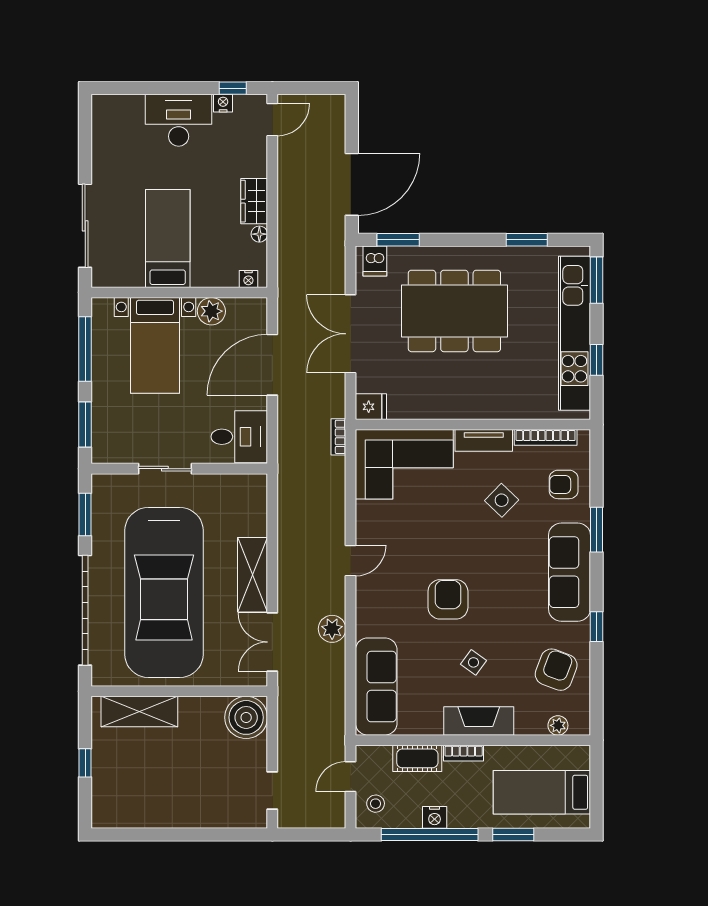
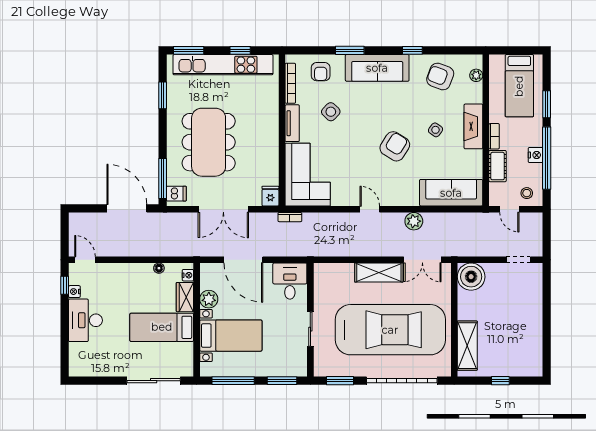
wardrobe: (254, 201) -> (185, 297), moved, turned 90
window: (398, 240) -> (163, 178), width x1.44
armchair: (448, 599) -> (395, 146), turned 122

